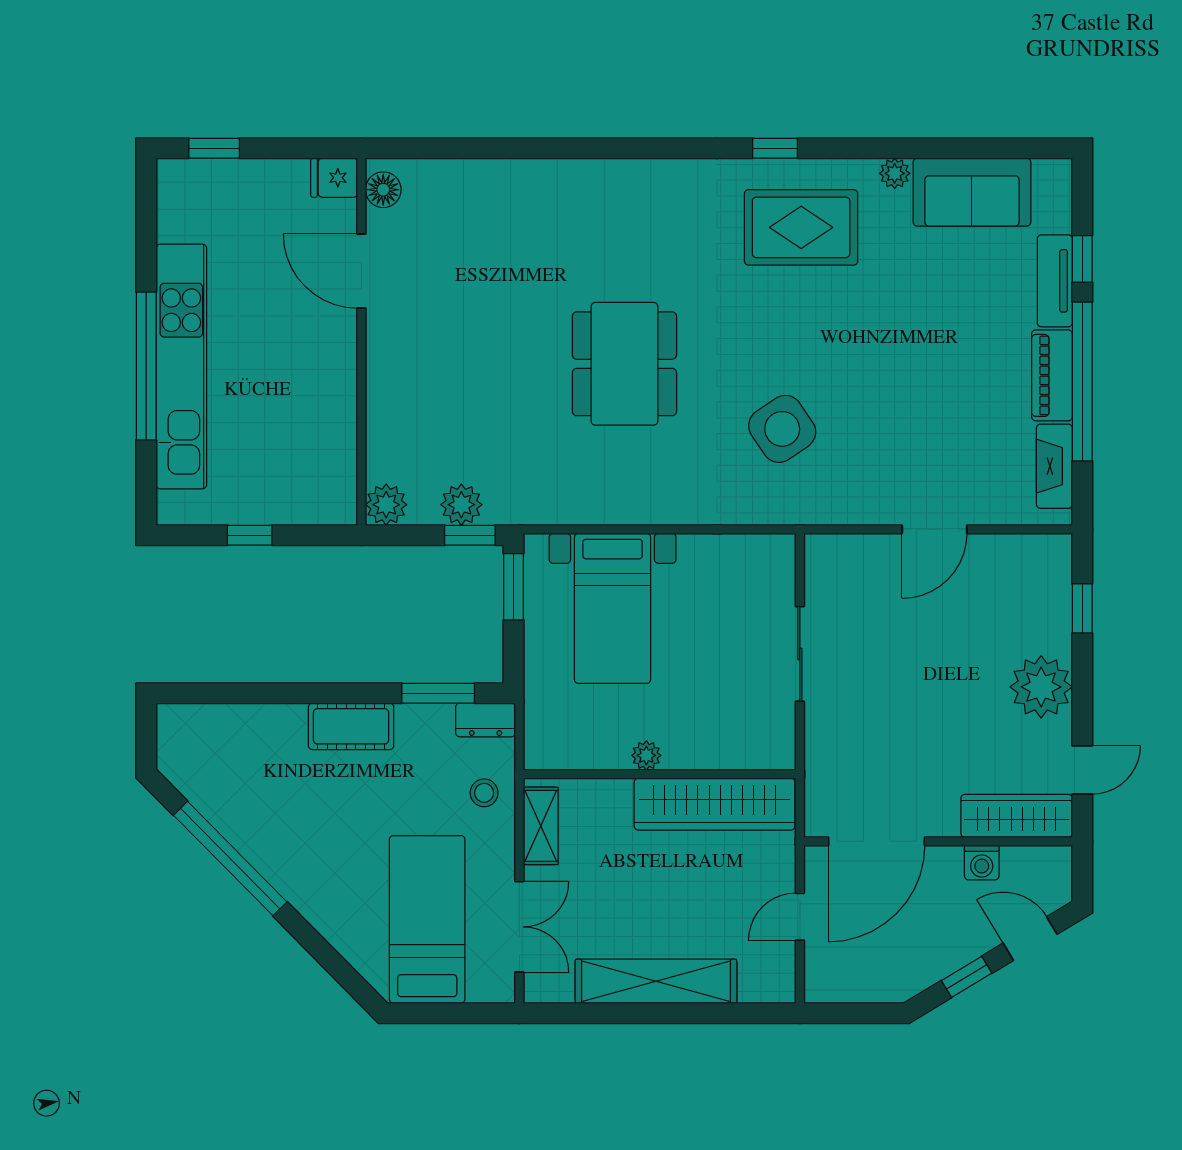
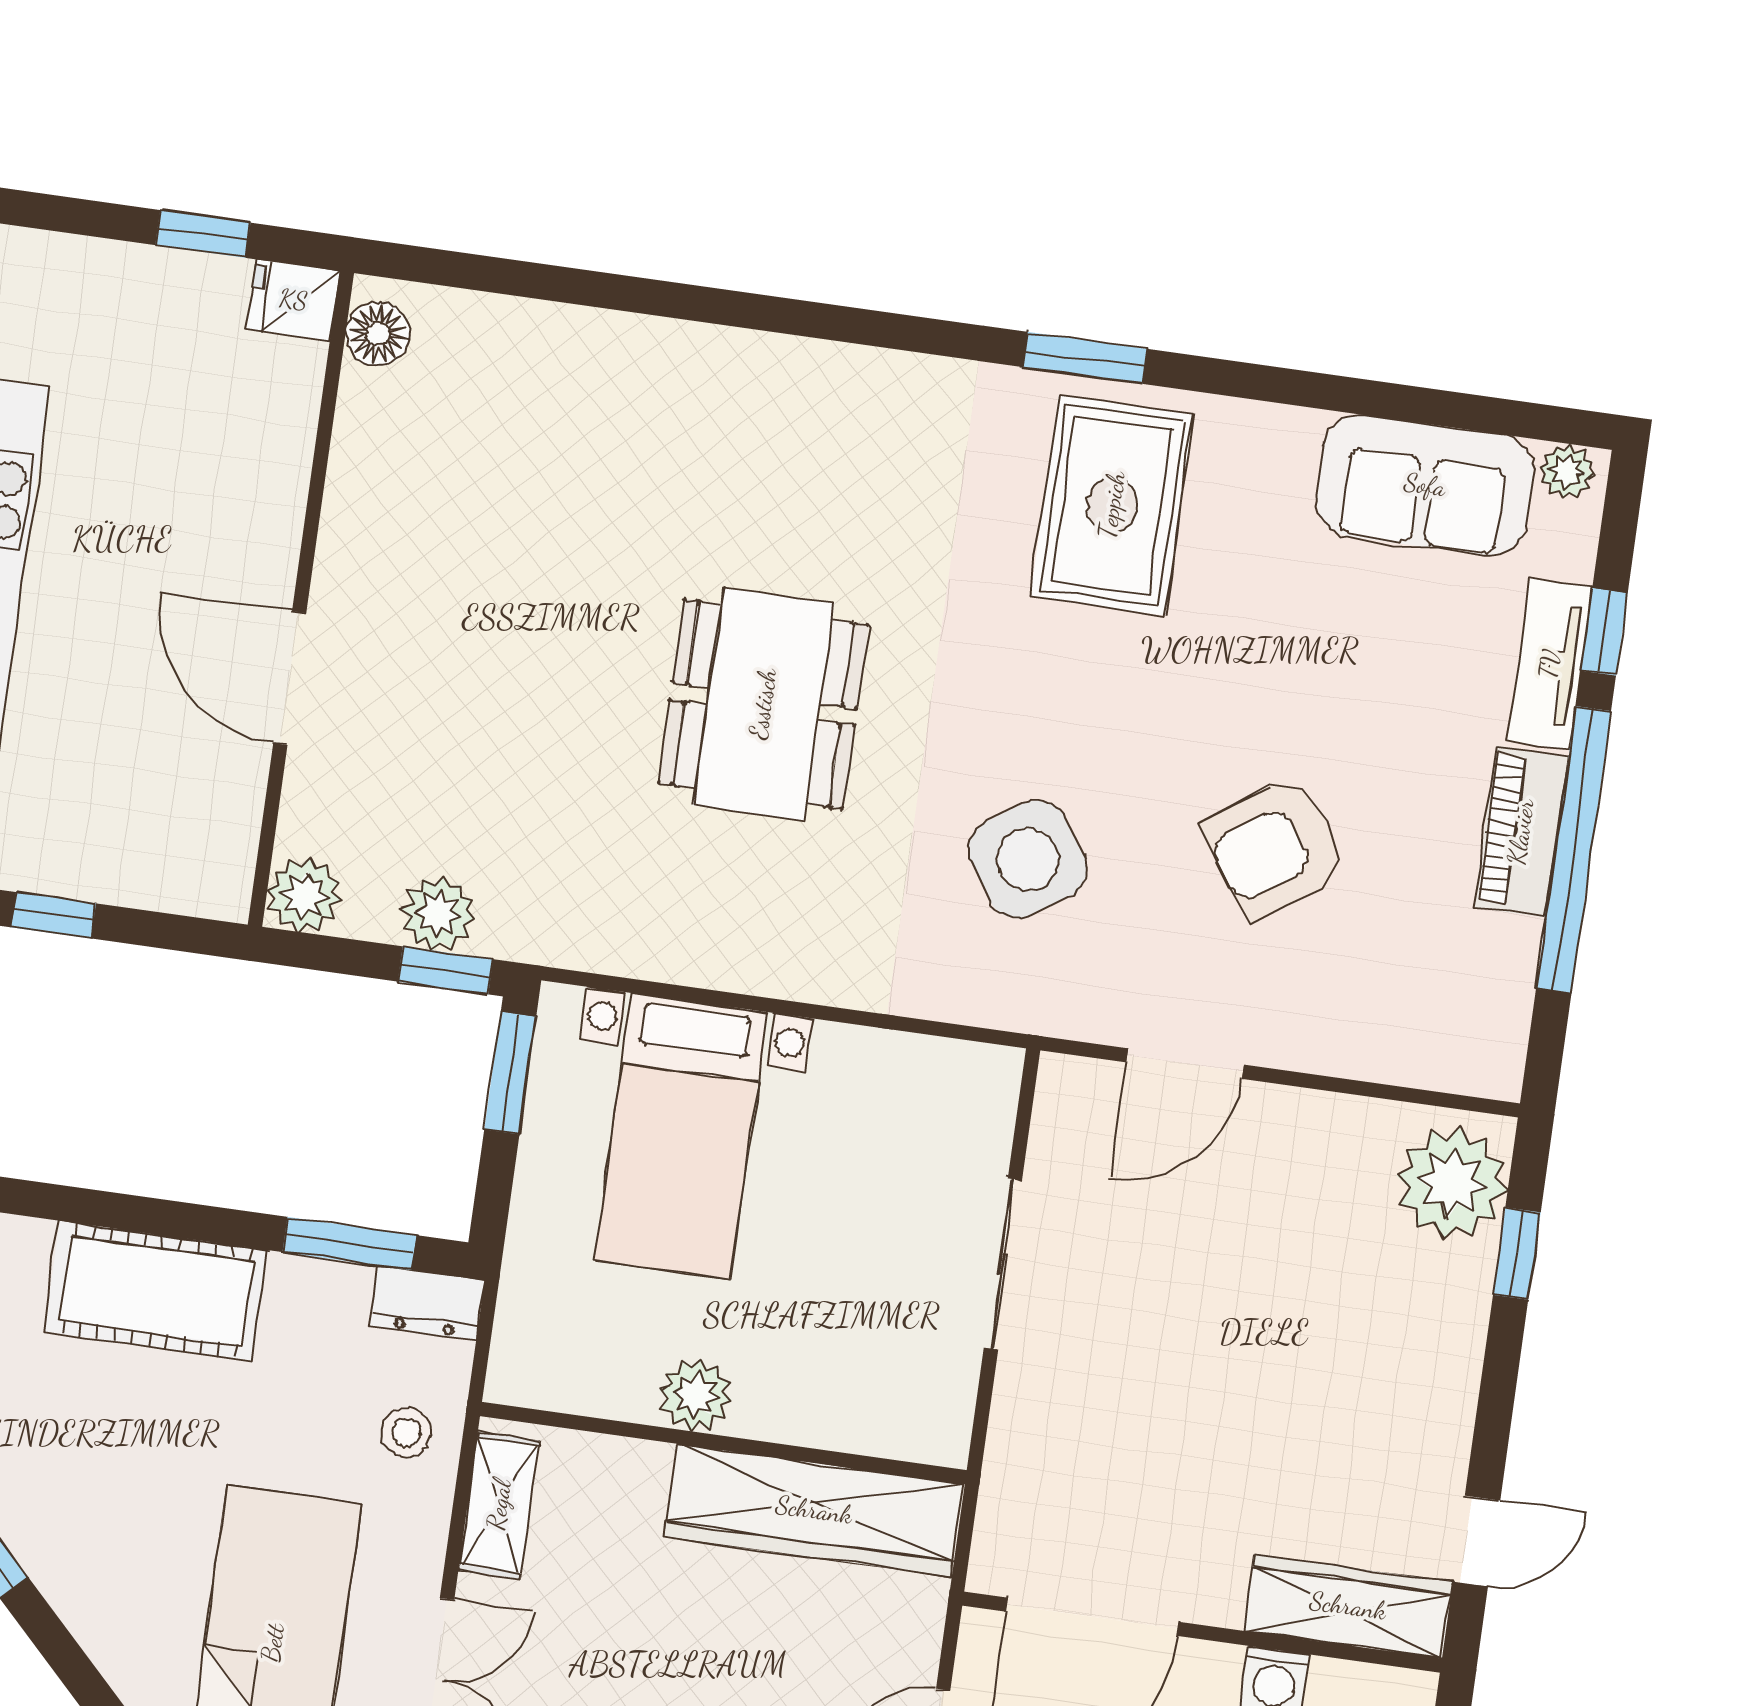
window: (214, 148) -> (203, 234), moved
window: (775, 148) -> (1085, 358), width x1.50
plant: (895, 173) -> (1567, 471), moved
rug: (801, 227) -> (1112, 505), turned 90
door: (361, 271) -> (290, 678), moved
armchair: (918, 403) -> (1275, 848), added
fireplace: (1054, 466) -> (1503, 994), removed
door: (934, 529) -> (1185, 1064), moved
plant: (1041, 687) -> (1452, 1183), moved
cot: (351, 726) -> (156, 1291), width x1.37, depth x1.34
plant: (646, 755) -> (696, 1395), width x1.38, depth x1.38

